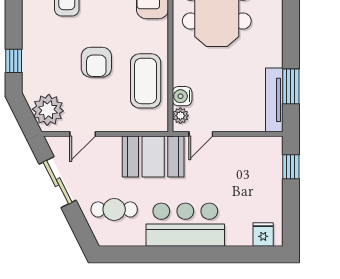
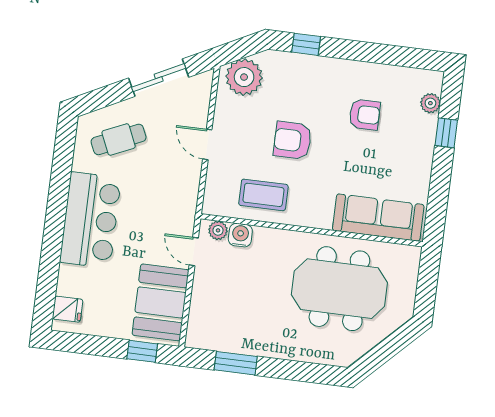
coffee table: (146, 81) -> (263, 195), width x0.73, depth x0.76
tv unit: (274, 100) -> (222, 342), removed
door: (83, 134) -> (207, 144), moved
booth: (153, 157) -> (161, 302), moved
cafe table: (114, 209) -> (119, 139), turned 66

